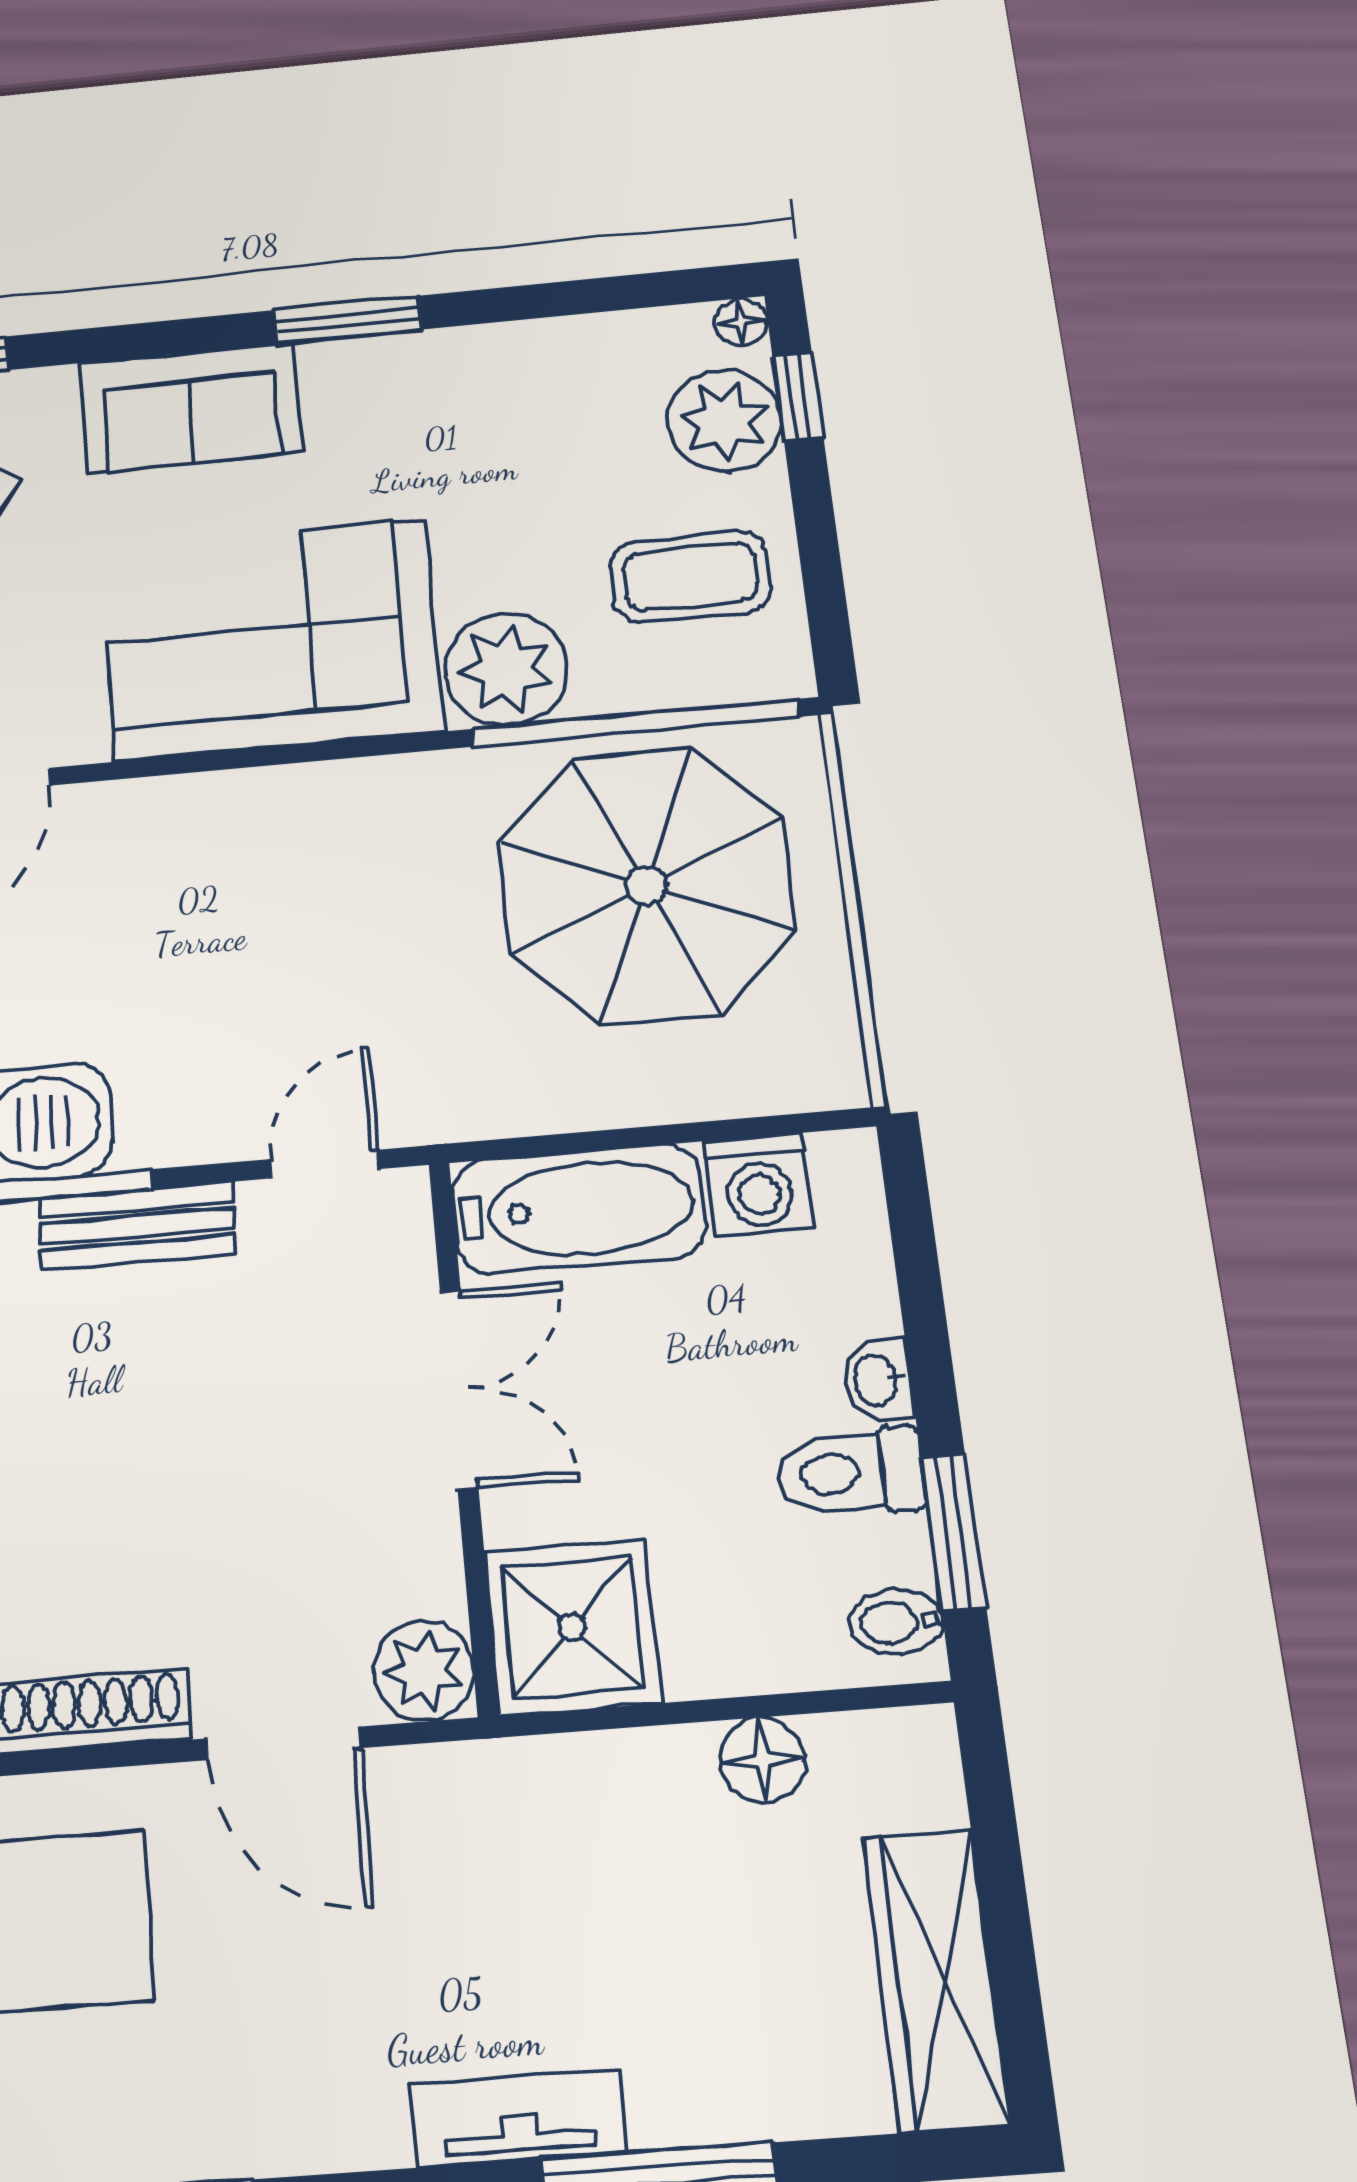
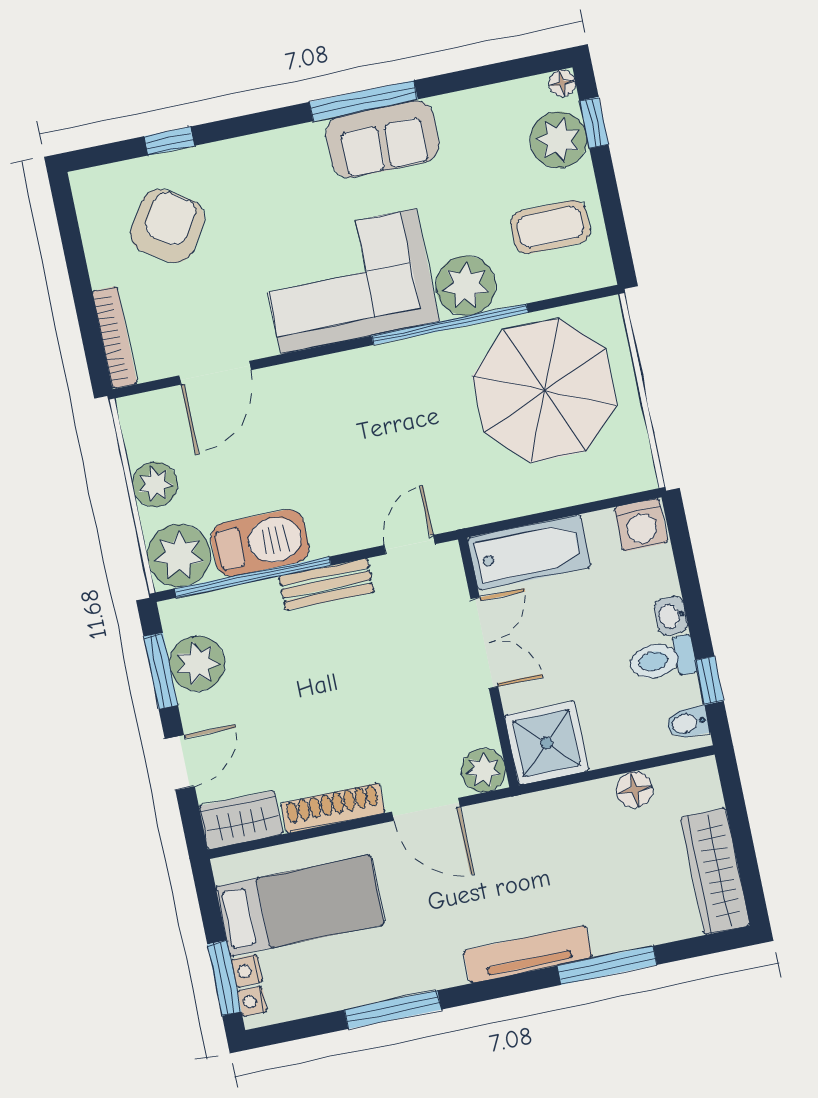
window: (347, 320) -> (363, 101), width x1.44
sofa: (191, 408) -> (383, 139), moved
window: (635, 723) -> (450, 324), moved
washing machine: (758, 1185) -> (641, 525), moved
window: (953, 1533) -> (710, 681), width x0.67
tv unit: (518, 2118) -> (528, 954), width x1.41

